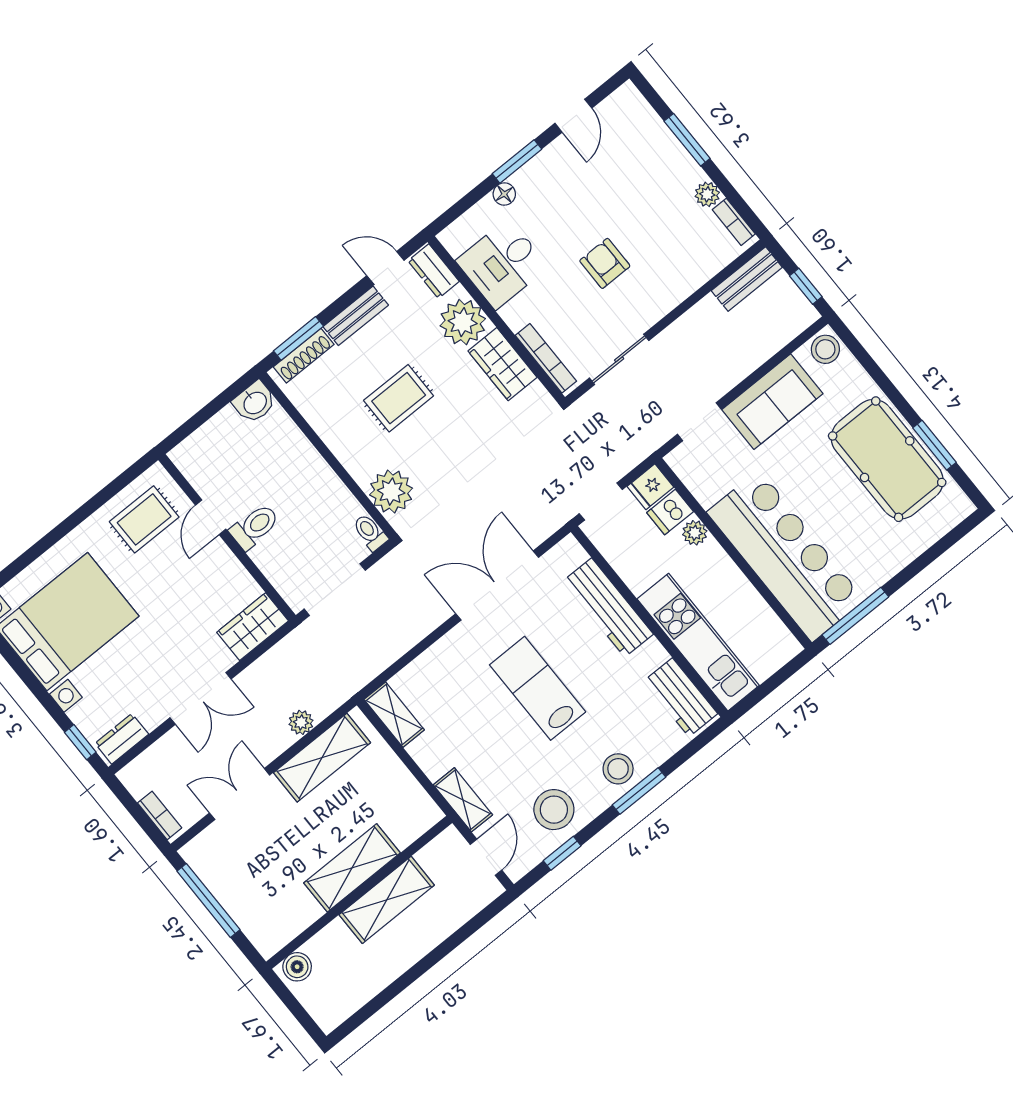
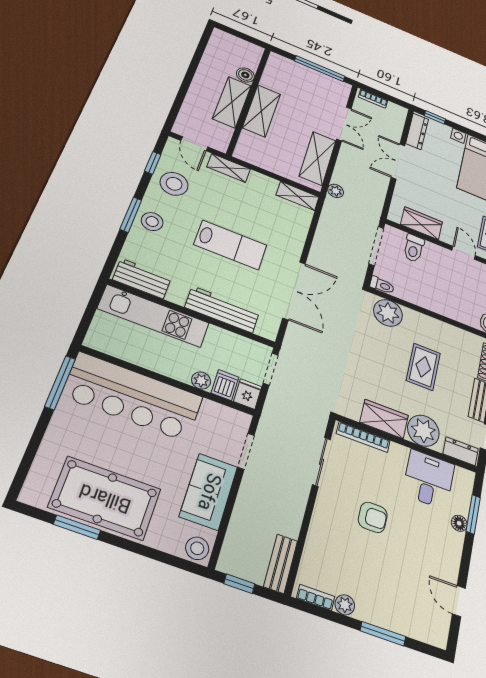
window: (517, 161) -> (473, 514), moved
toilet: (255, 527) -> (414, 248), moved
wardrobe: (253, 627) -> (421, 223), moved, turned -90
plant: (301, 722) -> (336, 191), moved
dresser: (122, 739) -> (417, 131), width x1.44
boiler: (297, 967) -> (245, 75), moved

